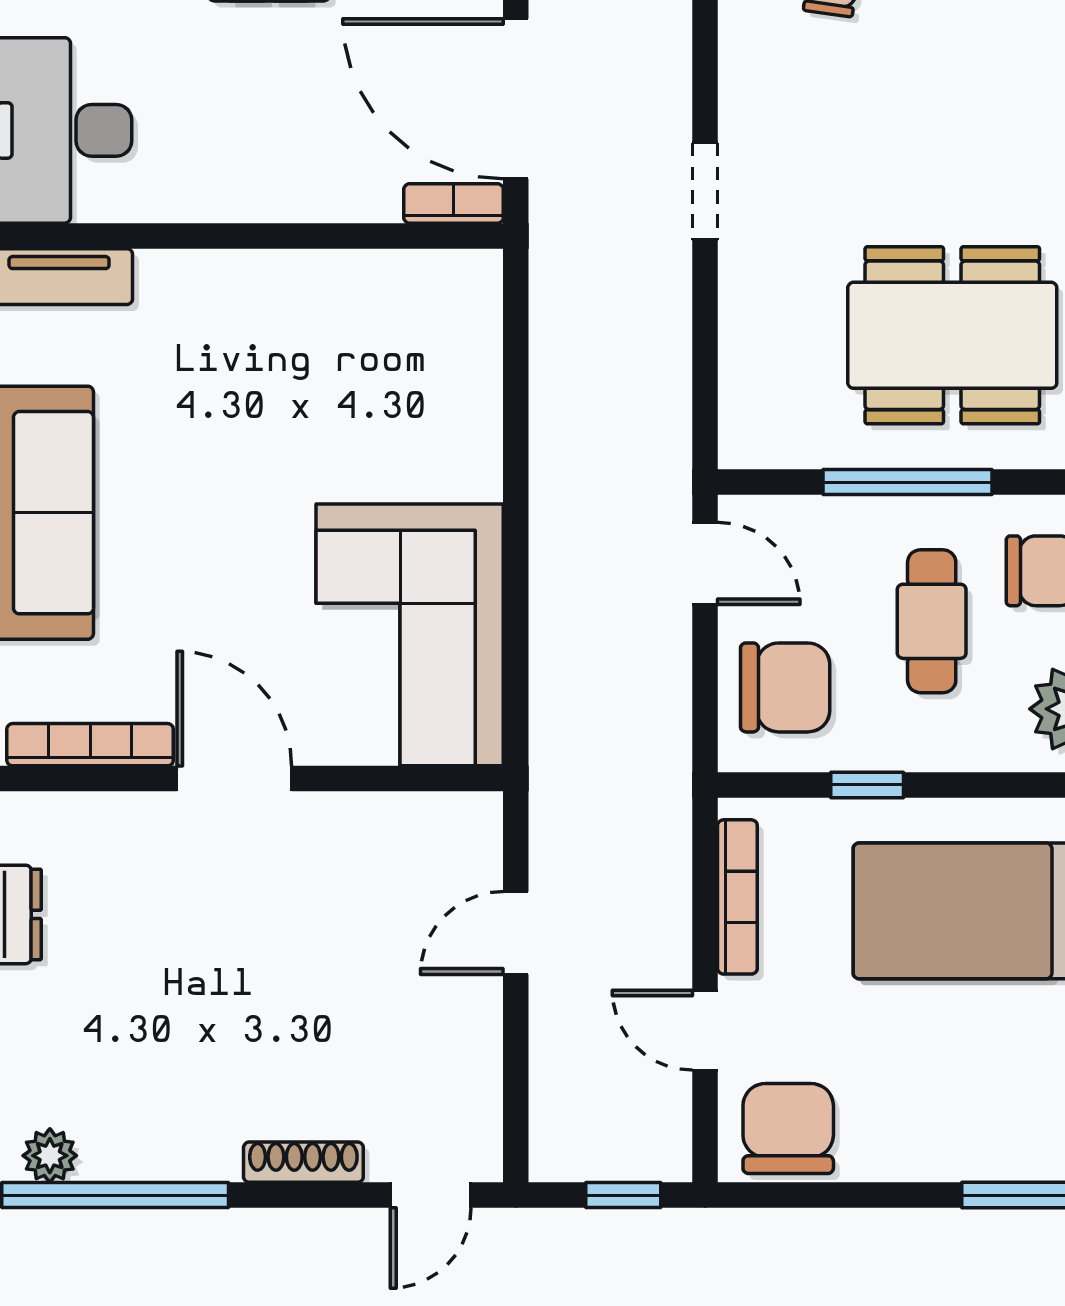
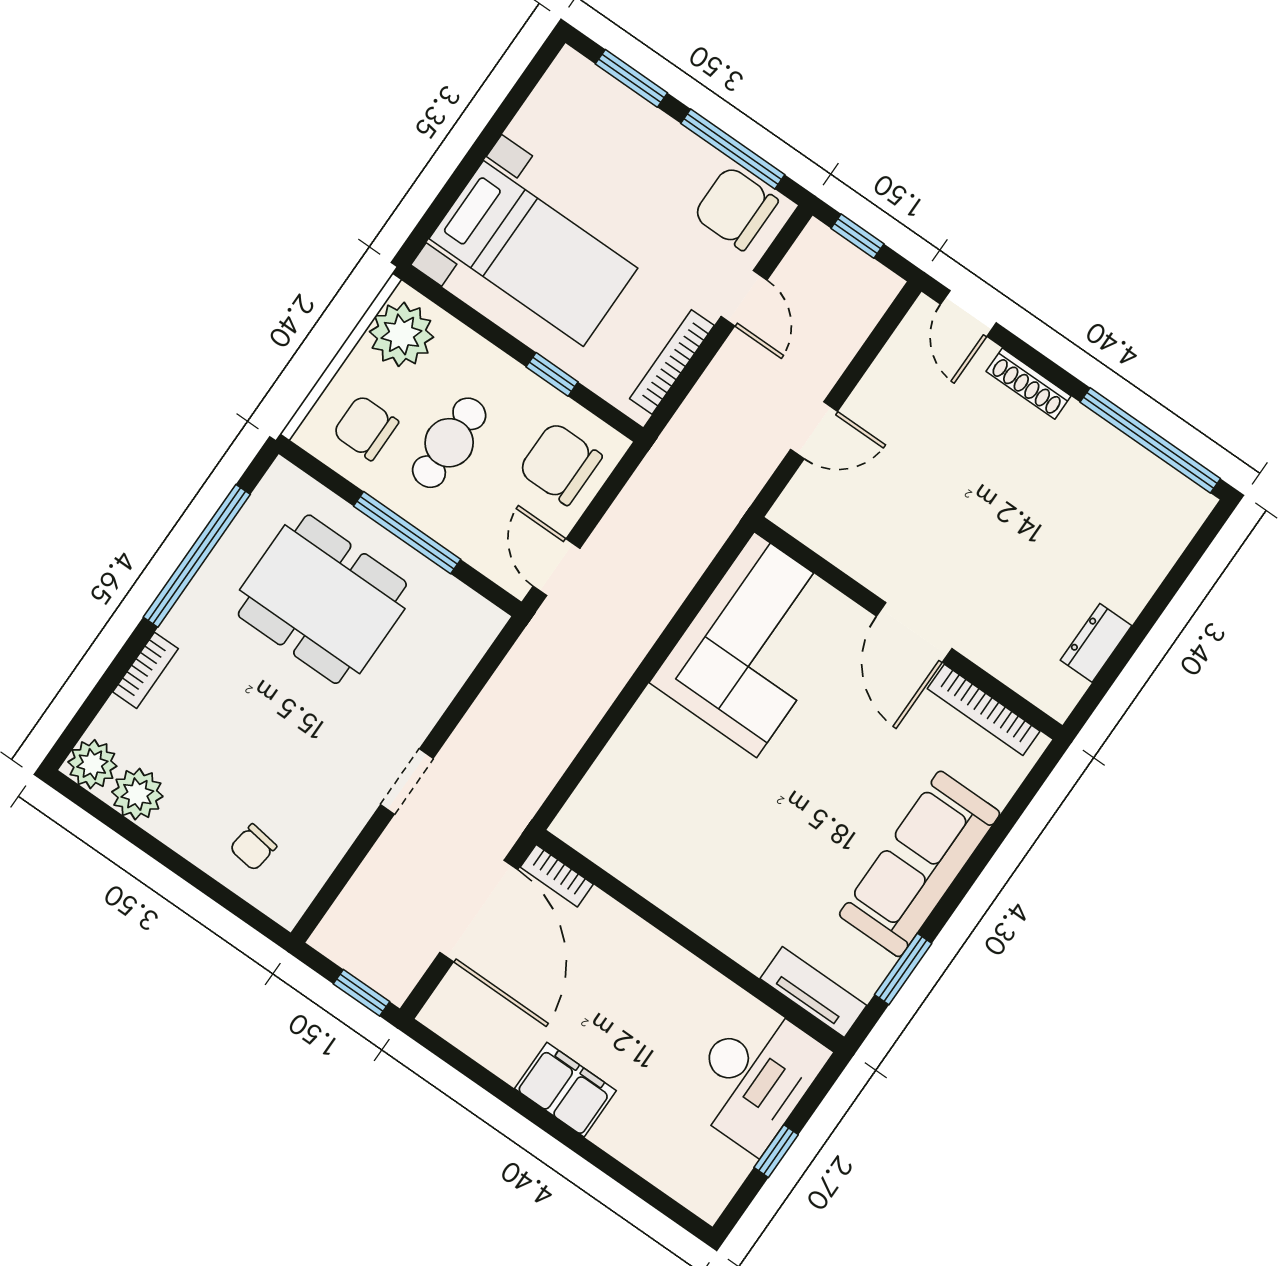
chair: (788, 1129) -> (736, 208), turned 90
plant: (50, 1156) -> (1172, 489), removed
door: (431, 1195) -> (968, 313), swing flipped
window: (840, 1195) -> (733, 149), added

